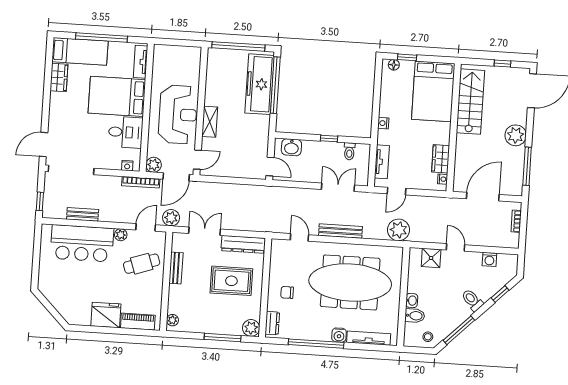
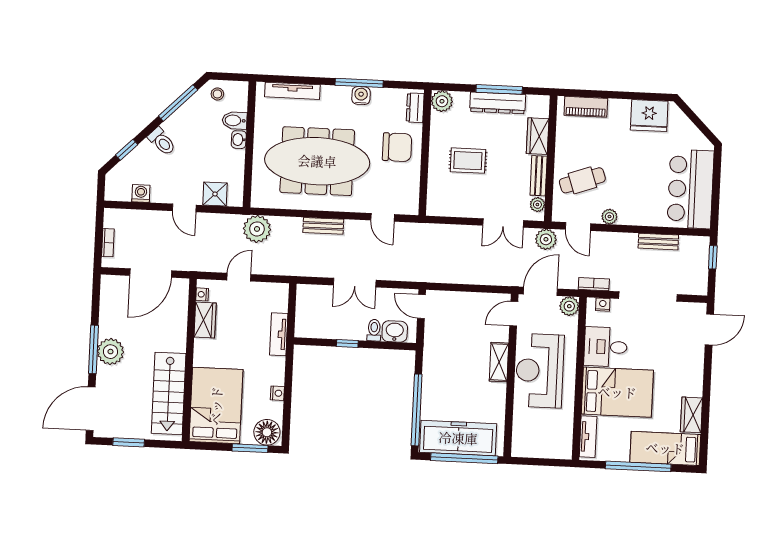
window: (407, 57) -> (250, 448), width x1.50
window: (503, 64) -> (129, 442), width x1.50
floor lamp: (394, 65) -> (267, 432), width x1.89, depth x1.89
freezer: (260, 84) -> (458, 438), moved, turned -90
nightstand: (383, 123) -> (277, 393), moved
toilet: (349, 151) -> (374, 330), moved
tv unit: (382, 162) -> (279, 334), moved
window: (527, 166) -> (93, 349), moved
doorway: (71, 170) -> (648, 297), moved
bookcase: (141, 182) -> (594, 284), width x0.64
double door: (338, 187) -> (355, 283), moved
door: (397, 191) -> (239, 277), moved
door: (146, 227) -> (578, 227), hinge flipped
bench: (341, 231) -> (323, 226), width x0.73
bar counter: (82, 243) -> (691, 189), moved, turned -90
dresser: (243, 244) -> (498, 103), moved, turned 180
rug: (231, 281) -> (468, 161), width x0.73, depth x0.70
chair: (287, 292) -> (397, 147), width x1.87, depth x1.87
wardrobe: (176, 299) -> (538, 136), added
fridge: (106, 315) -> (649, 116), moved
plant: (172, 320) -> (537, 205), moved
water cooler: (339, 335) -> (361, 96), moved
window: (223, 338) -> (499, 89), moved
window: (316, 344) -> (359, 83), width x0.68

